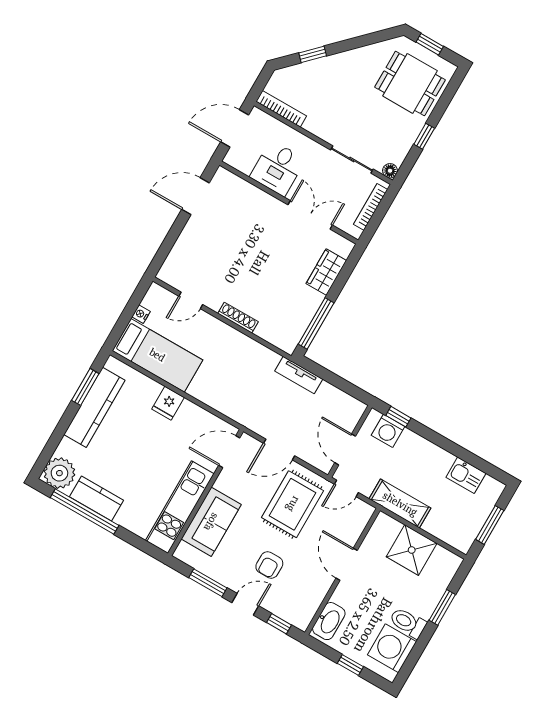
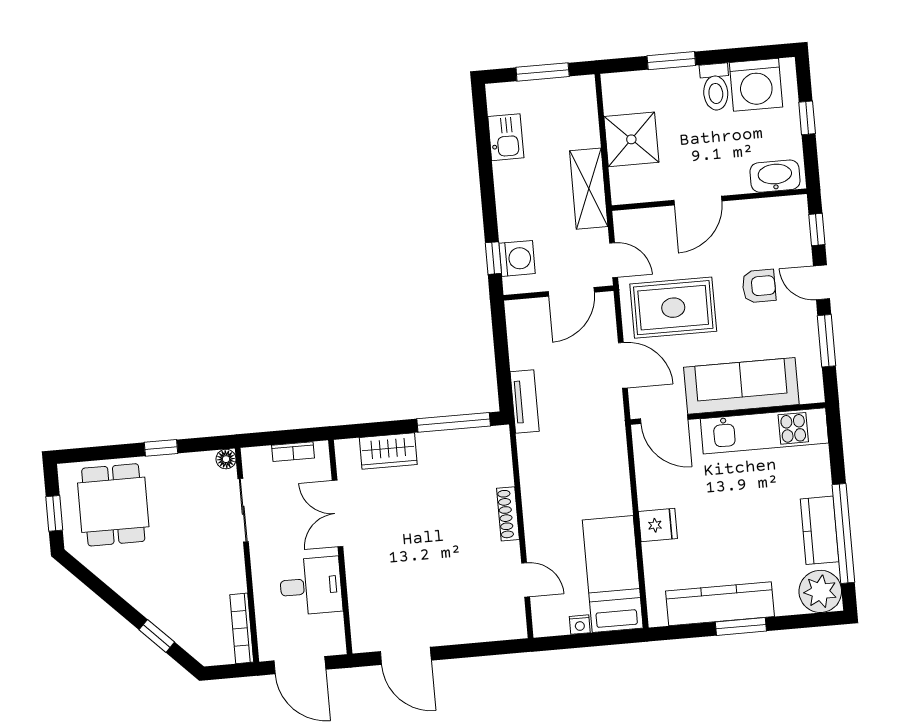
bookcase: (371, 207) -> (293, 452), width x0.64
window: (85, 387) -> (741, 627), moved
sofa: (211, 522) -> (741, 386), width x1.36

